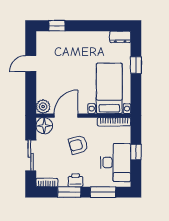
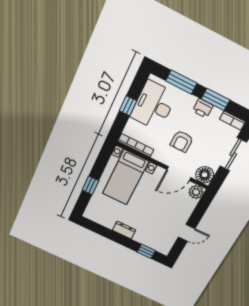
dresser: (120, 37) -> (124, 230), moved
armchair: (78, 145) -> (182, 141), turned 105

